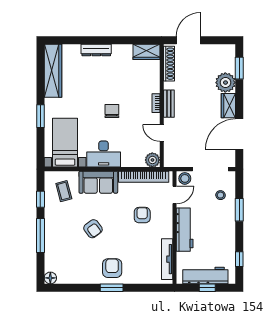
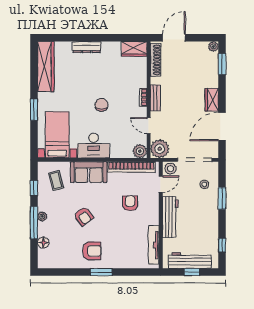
plant: (225, 83) -> (213, 47), moved, width x0.53, depth x0.53
plant: (173, 157) -> (160, 149), added
plant: (49, 229) -> (42, 216), added
armchair: (112, 268) -> (92, 251), moved, turned 90
floor lamp: (50, 278) -> (43, 243), moved

